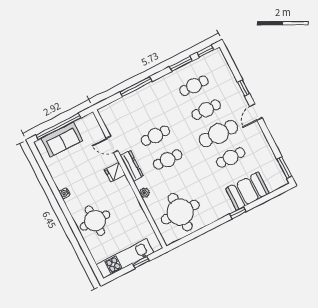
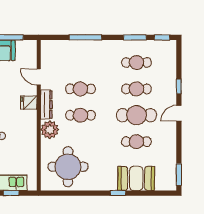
plant: (145, 193) -> (50, 130), width x1.87, depth x1.87

